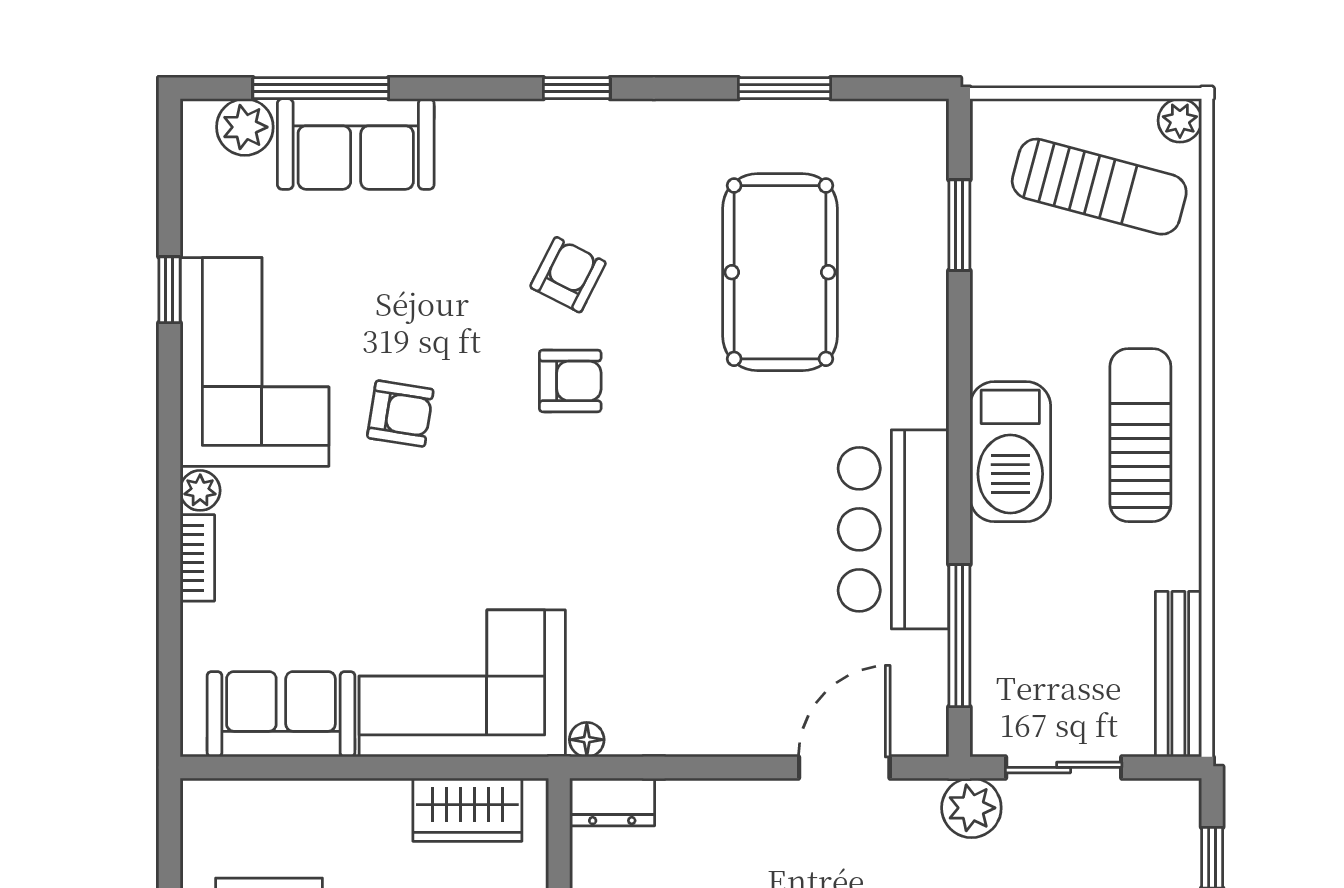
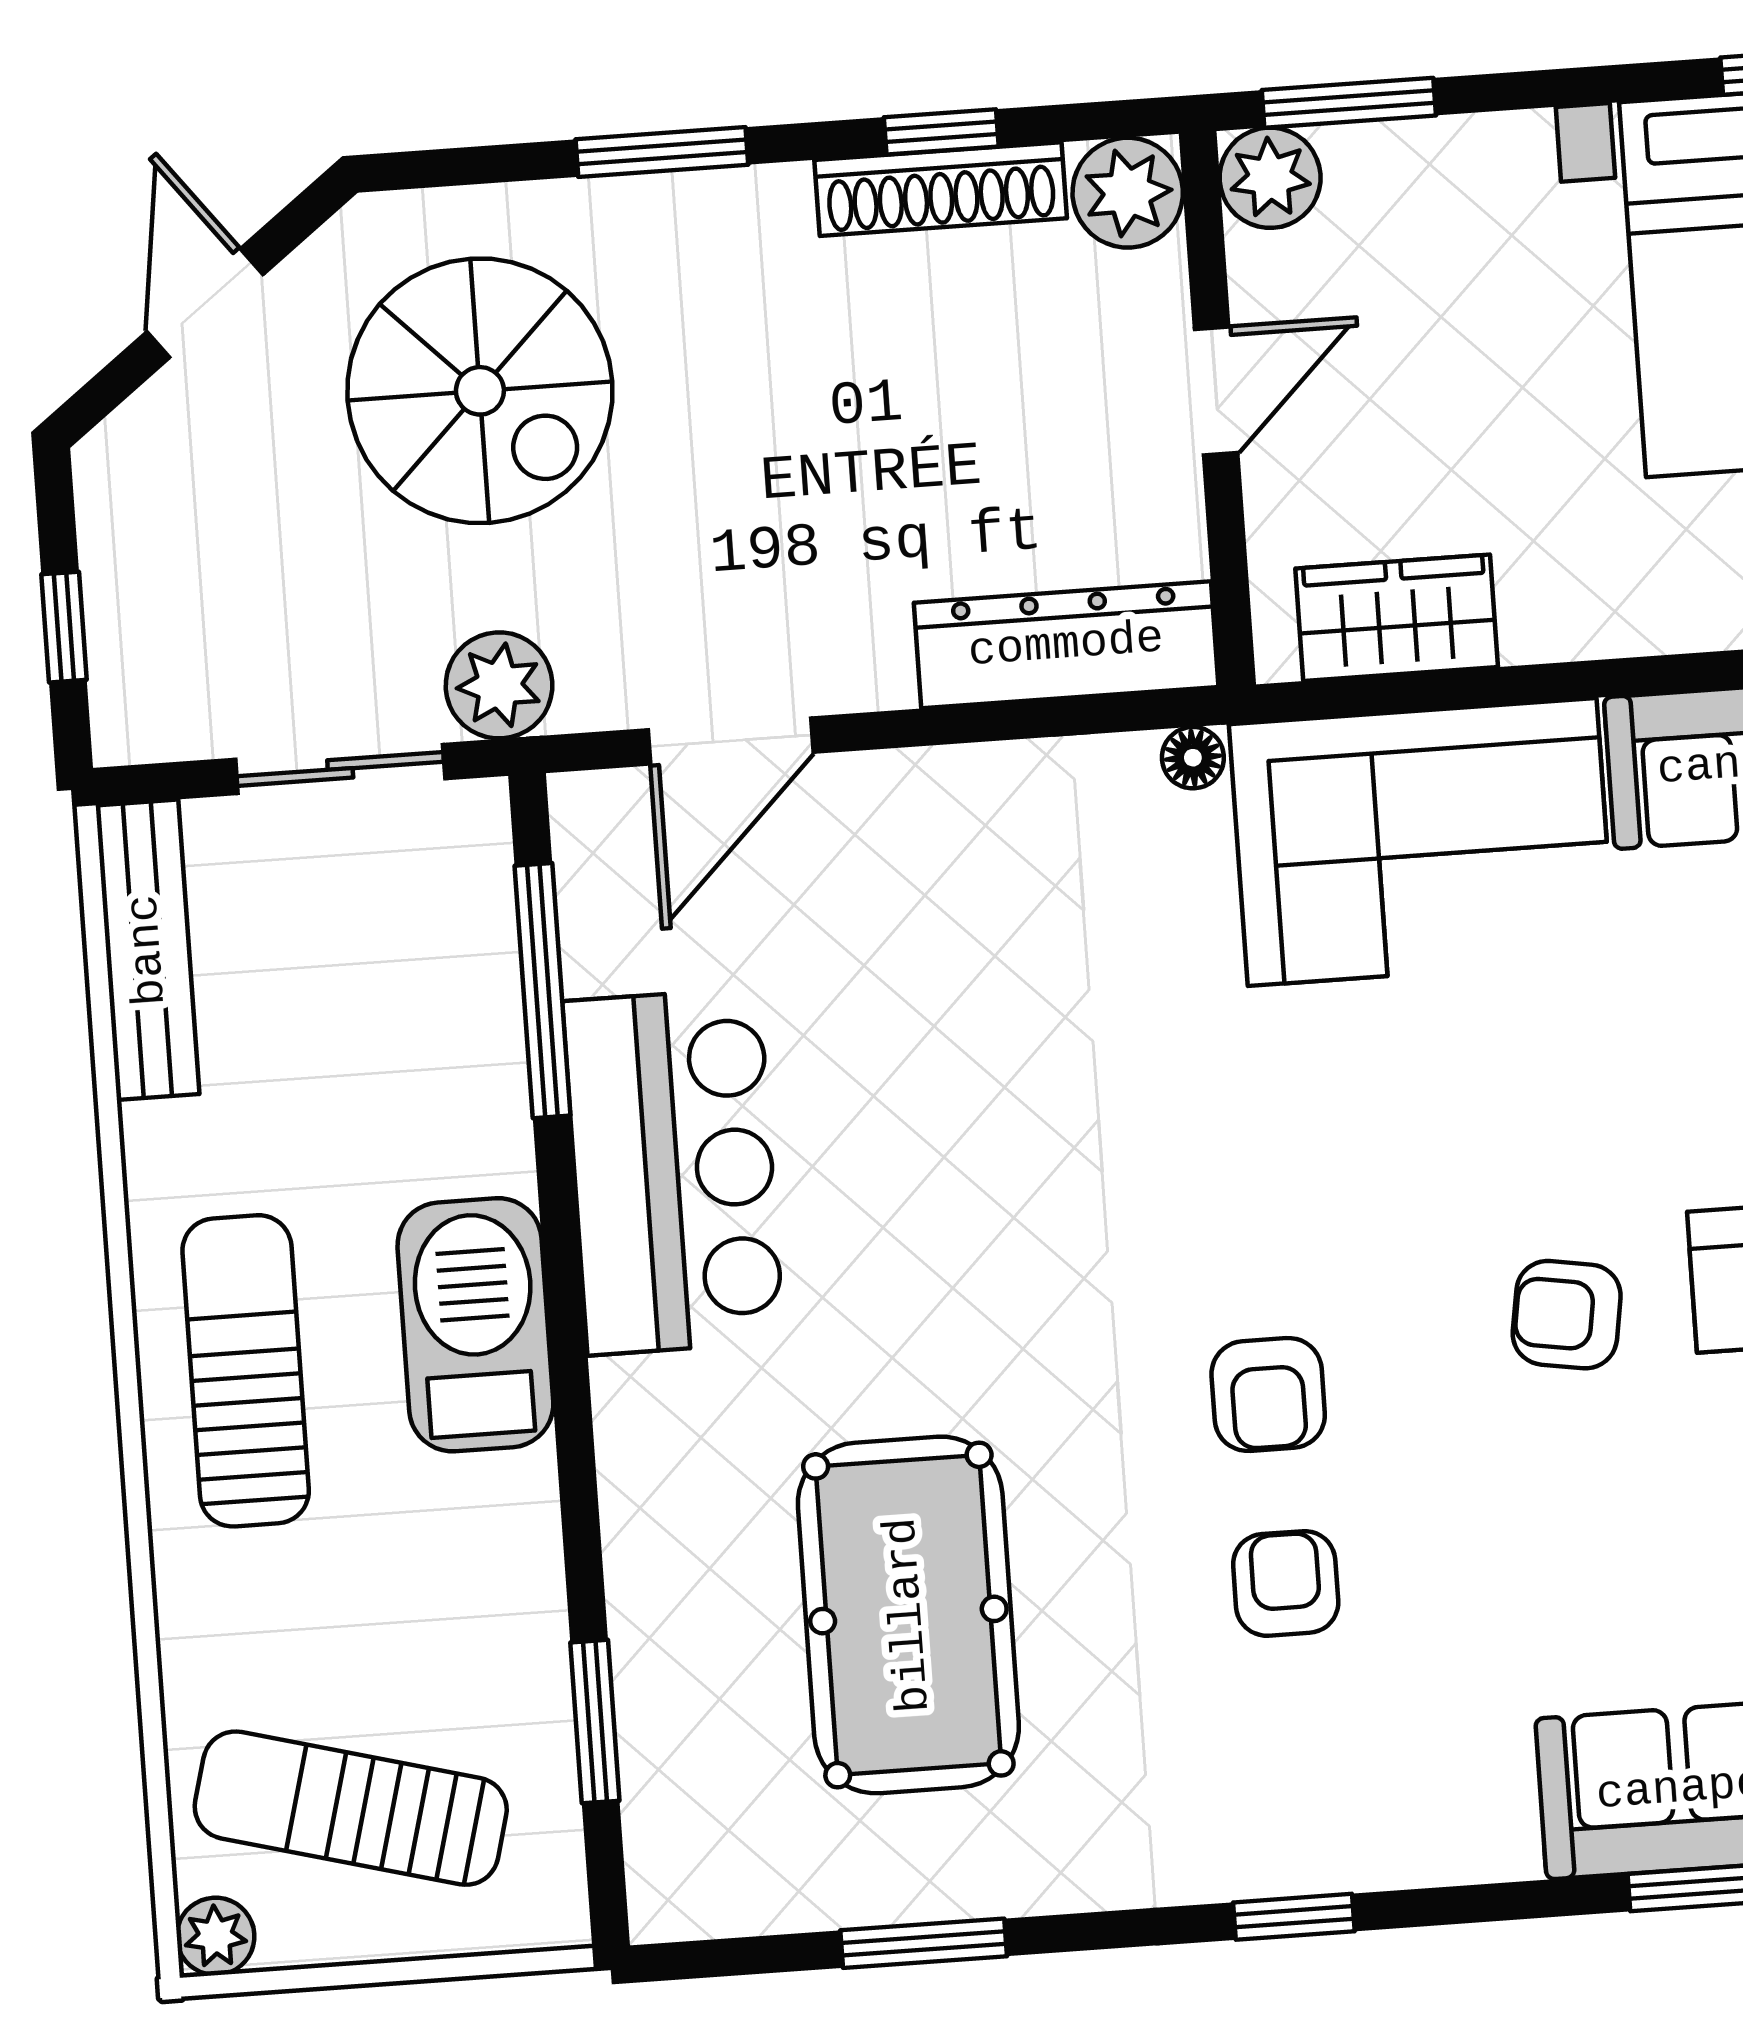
armchair: (568, 275) -> (1286, 1583), turned 153
armchair: (570, 381) -> (1268, 1394), turned -90
sun lounger: (1140, 435) -> (246, 1371), turned 180
dresser: (612, 802) -> (1066, 645), width x1.96, depth x1.24

